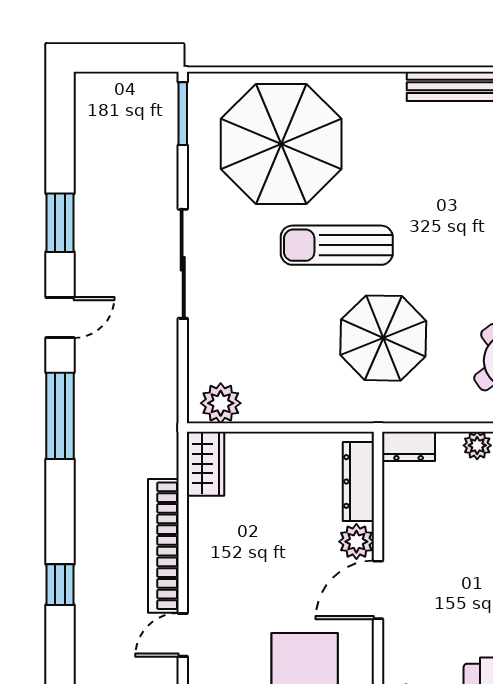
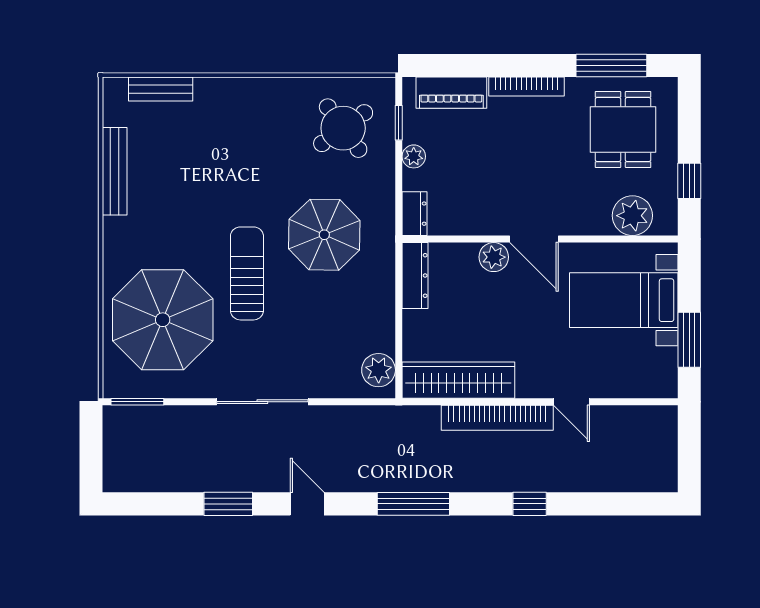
sun lounger: (337, 245) -> (247, 273), turned 180
window: (60, 416) -> (413, 504), moved
wardrobe: (205, 464) -> (458, 380), width x2.10, depth x1.17
dresser: (358, 481) -> (415, 275), moved, turned -90

